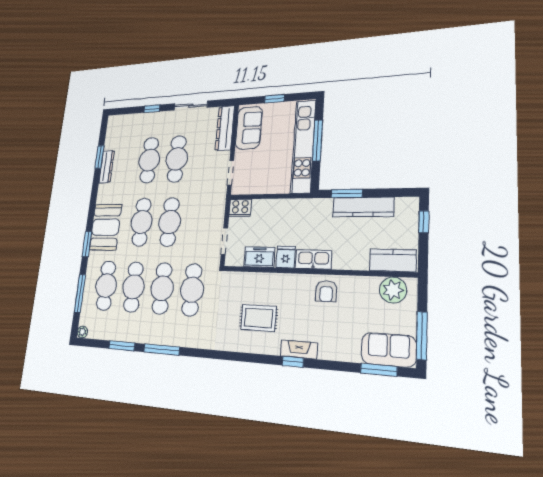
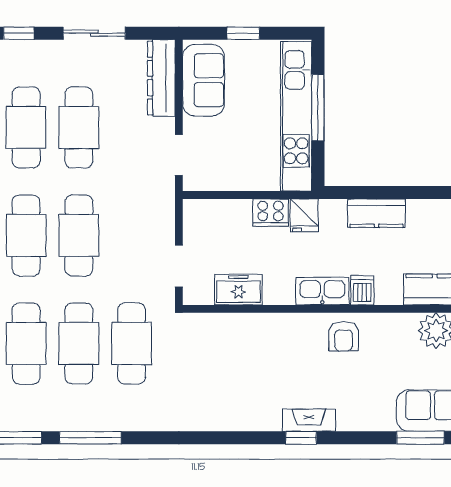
window: (347, 193) -> (366, 192), removed
kitchen counter: (363, 207) -> (376, 213), width x0.67
cooker: (240, 208) -> (271, 213), moved
fridge: (286, 257) -> (304, 215), moved, turned 180
dishwasher: (341, 260) -> (362, 290), added
rug: (258, 318) -> (245, 380), removed

